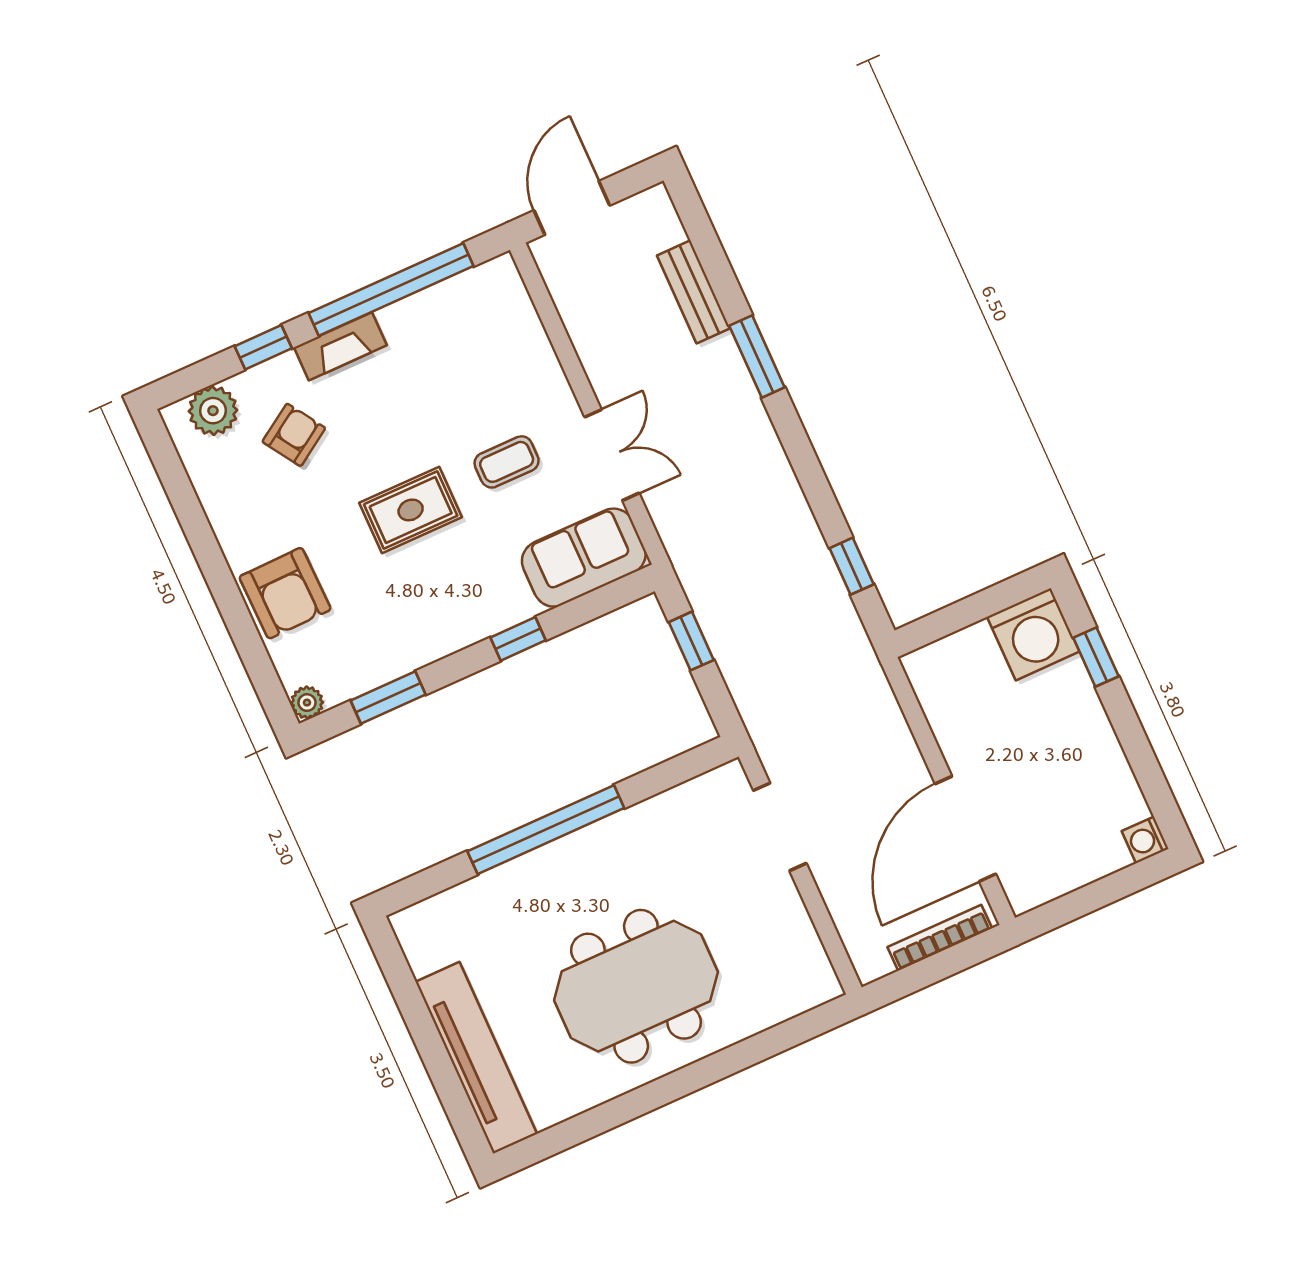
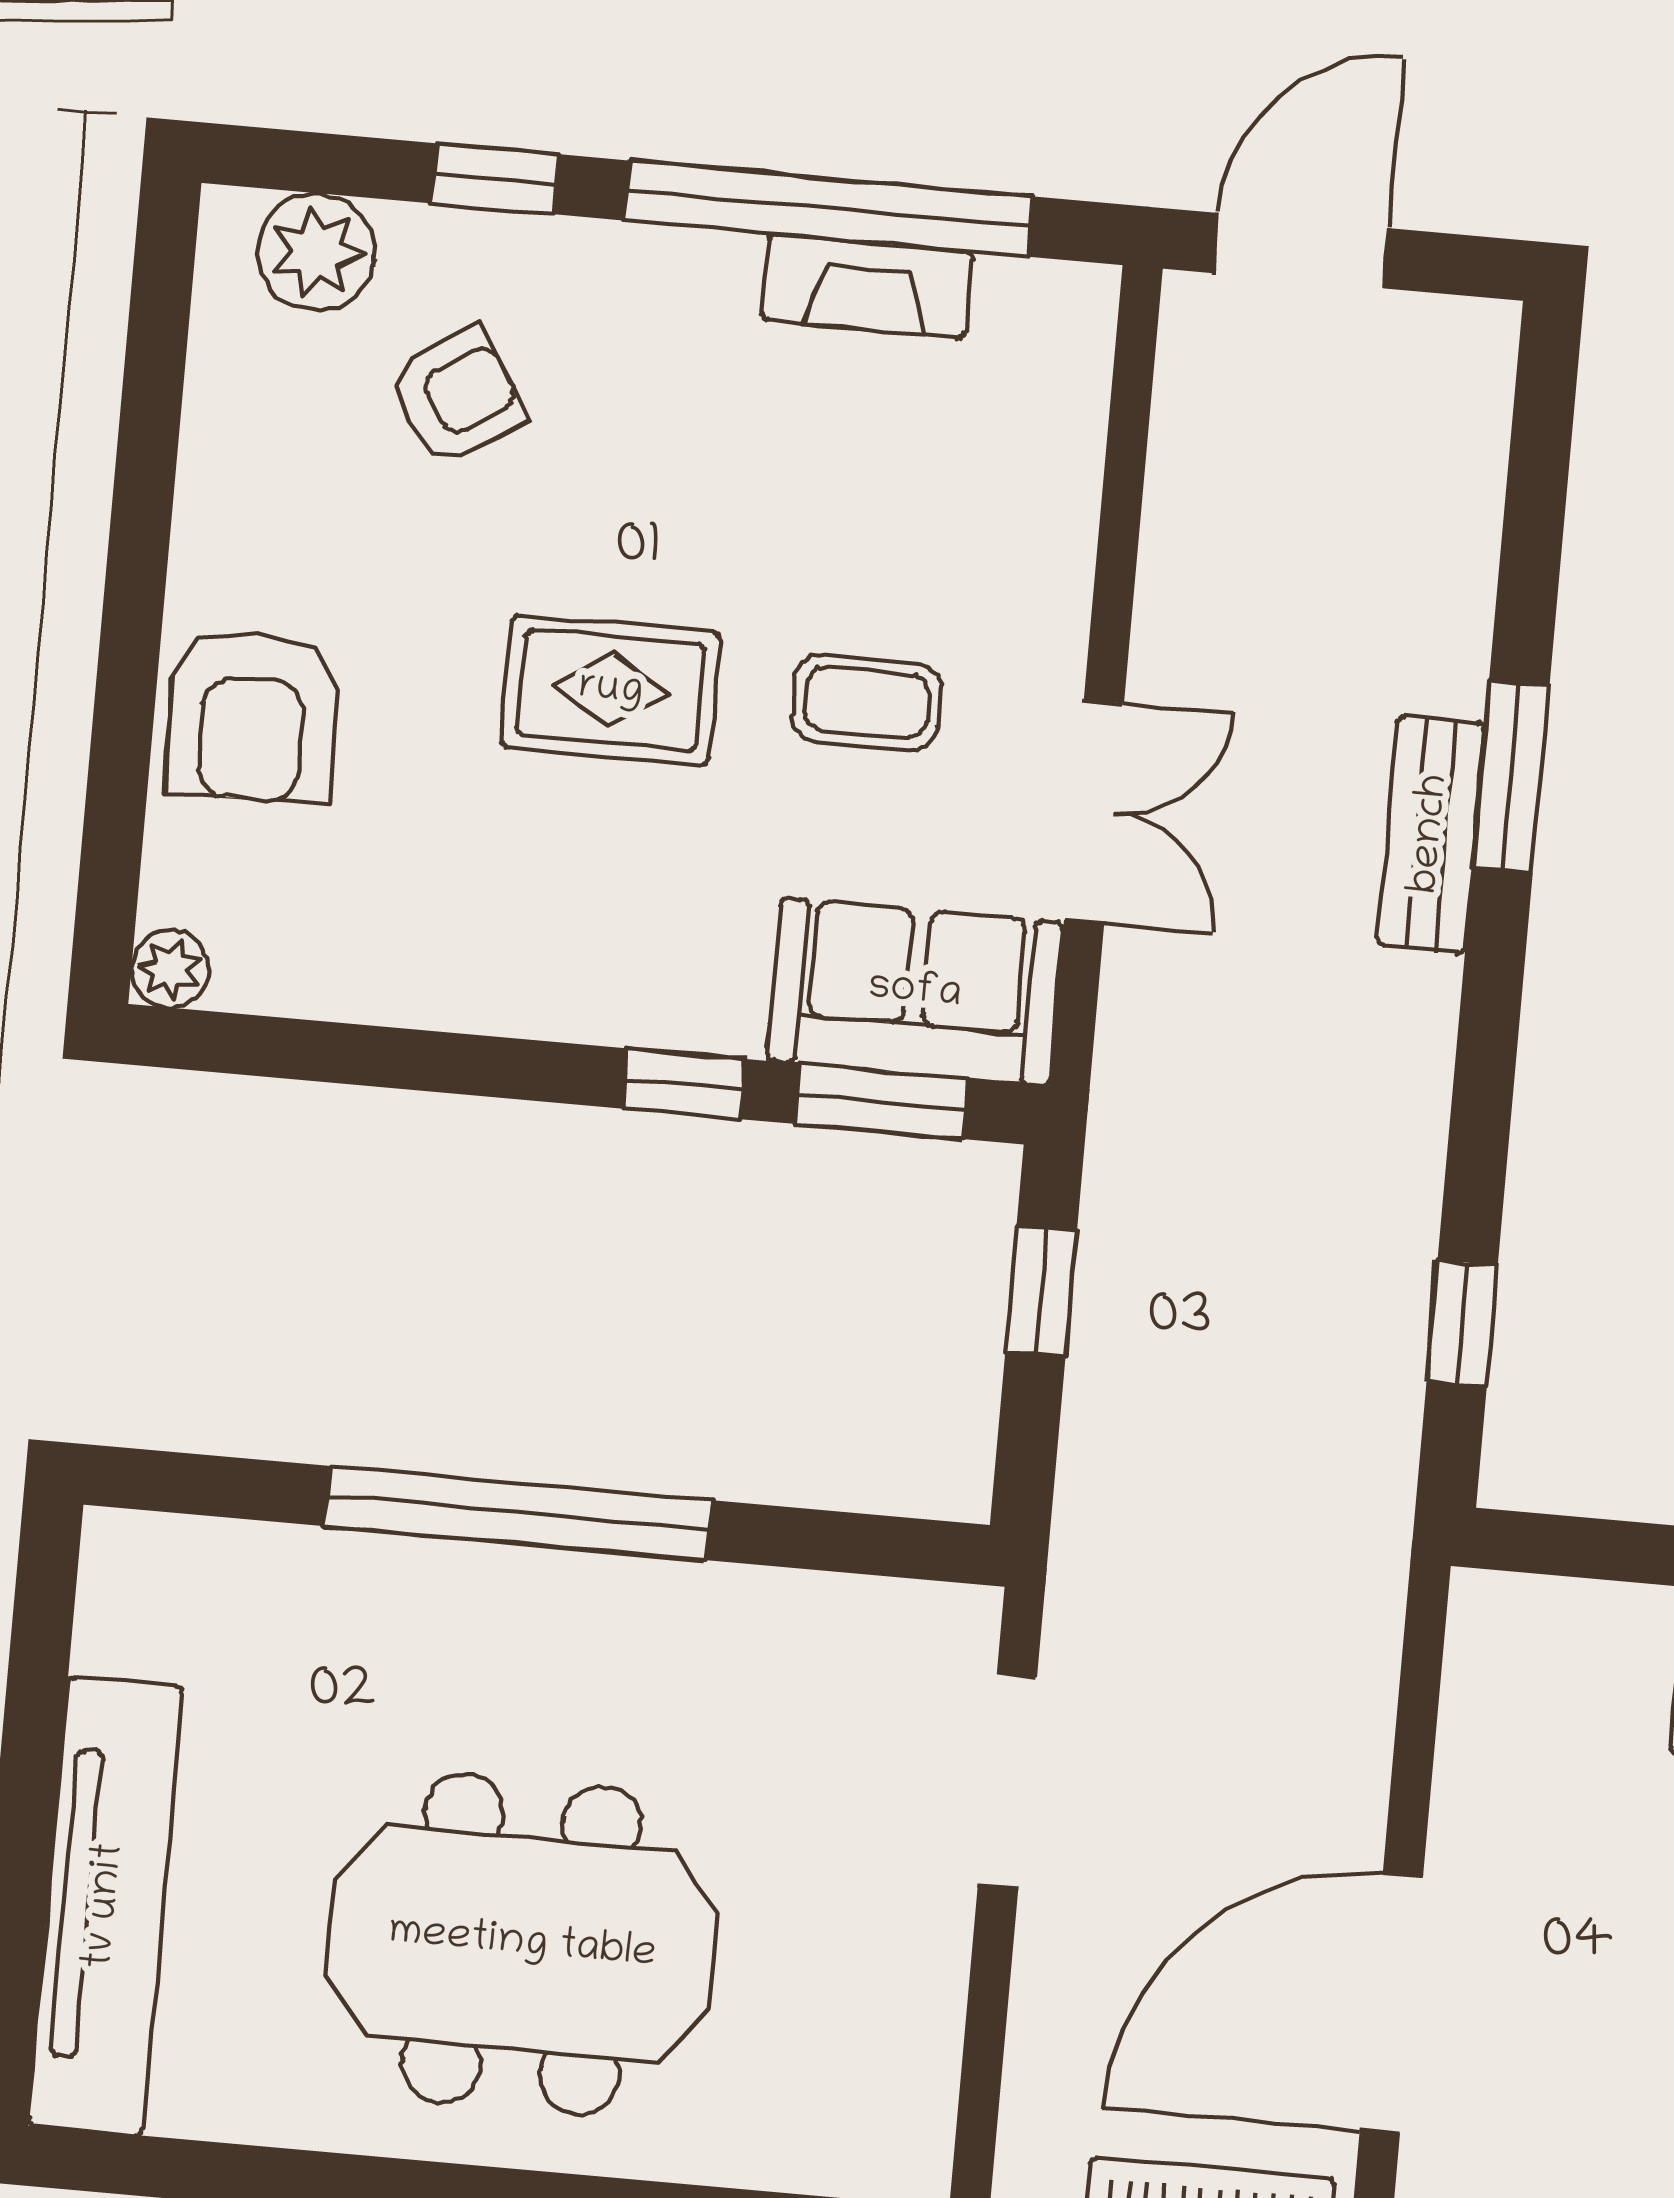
bench: (694, 292) -> (1431, 834), moved
fireplace: (340, 346) -> (867, 286), moved
window: (388, 697) -> (882, 1101), moved

